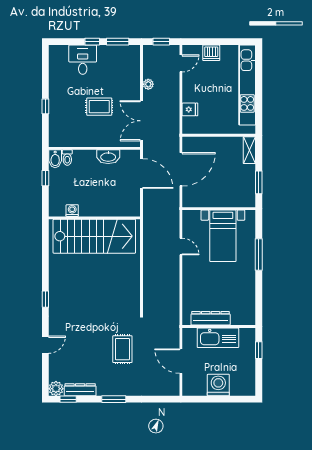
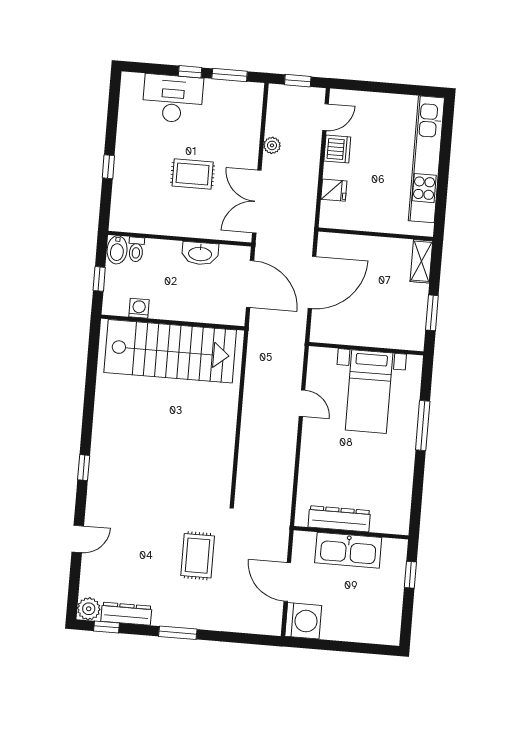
dishwasher: (211, 53) -> (337, 149), moved, turned -90
desk: (83, 60) -> (173, 99), width x1.37
washing machine: (72, 211) -> (139, 308), moved
wall: (94, 218) -> (173, 323), moved
stairs: (94, 236) -> (170, 351), moved
washing machine: (218, 385) -> (303, 621), moved, turned 90

